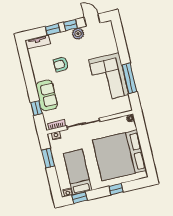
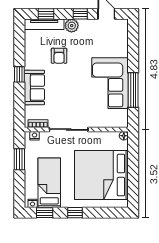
window: (53, 29) -> (46, 14), moved
plant: (78, 34) -> (72, 26), moved
tv unit: (38, 42) -> (44, 24), width x1.41
armchair: (61, 64) -> (59, 56), turned -87
window: (36, 108) -> (19, 74), moved
window: (116, 189) -> (75, 213), moved

